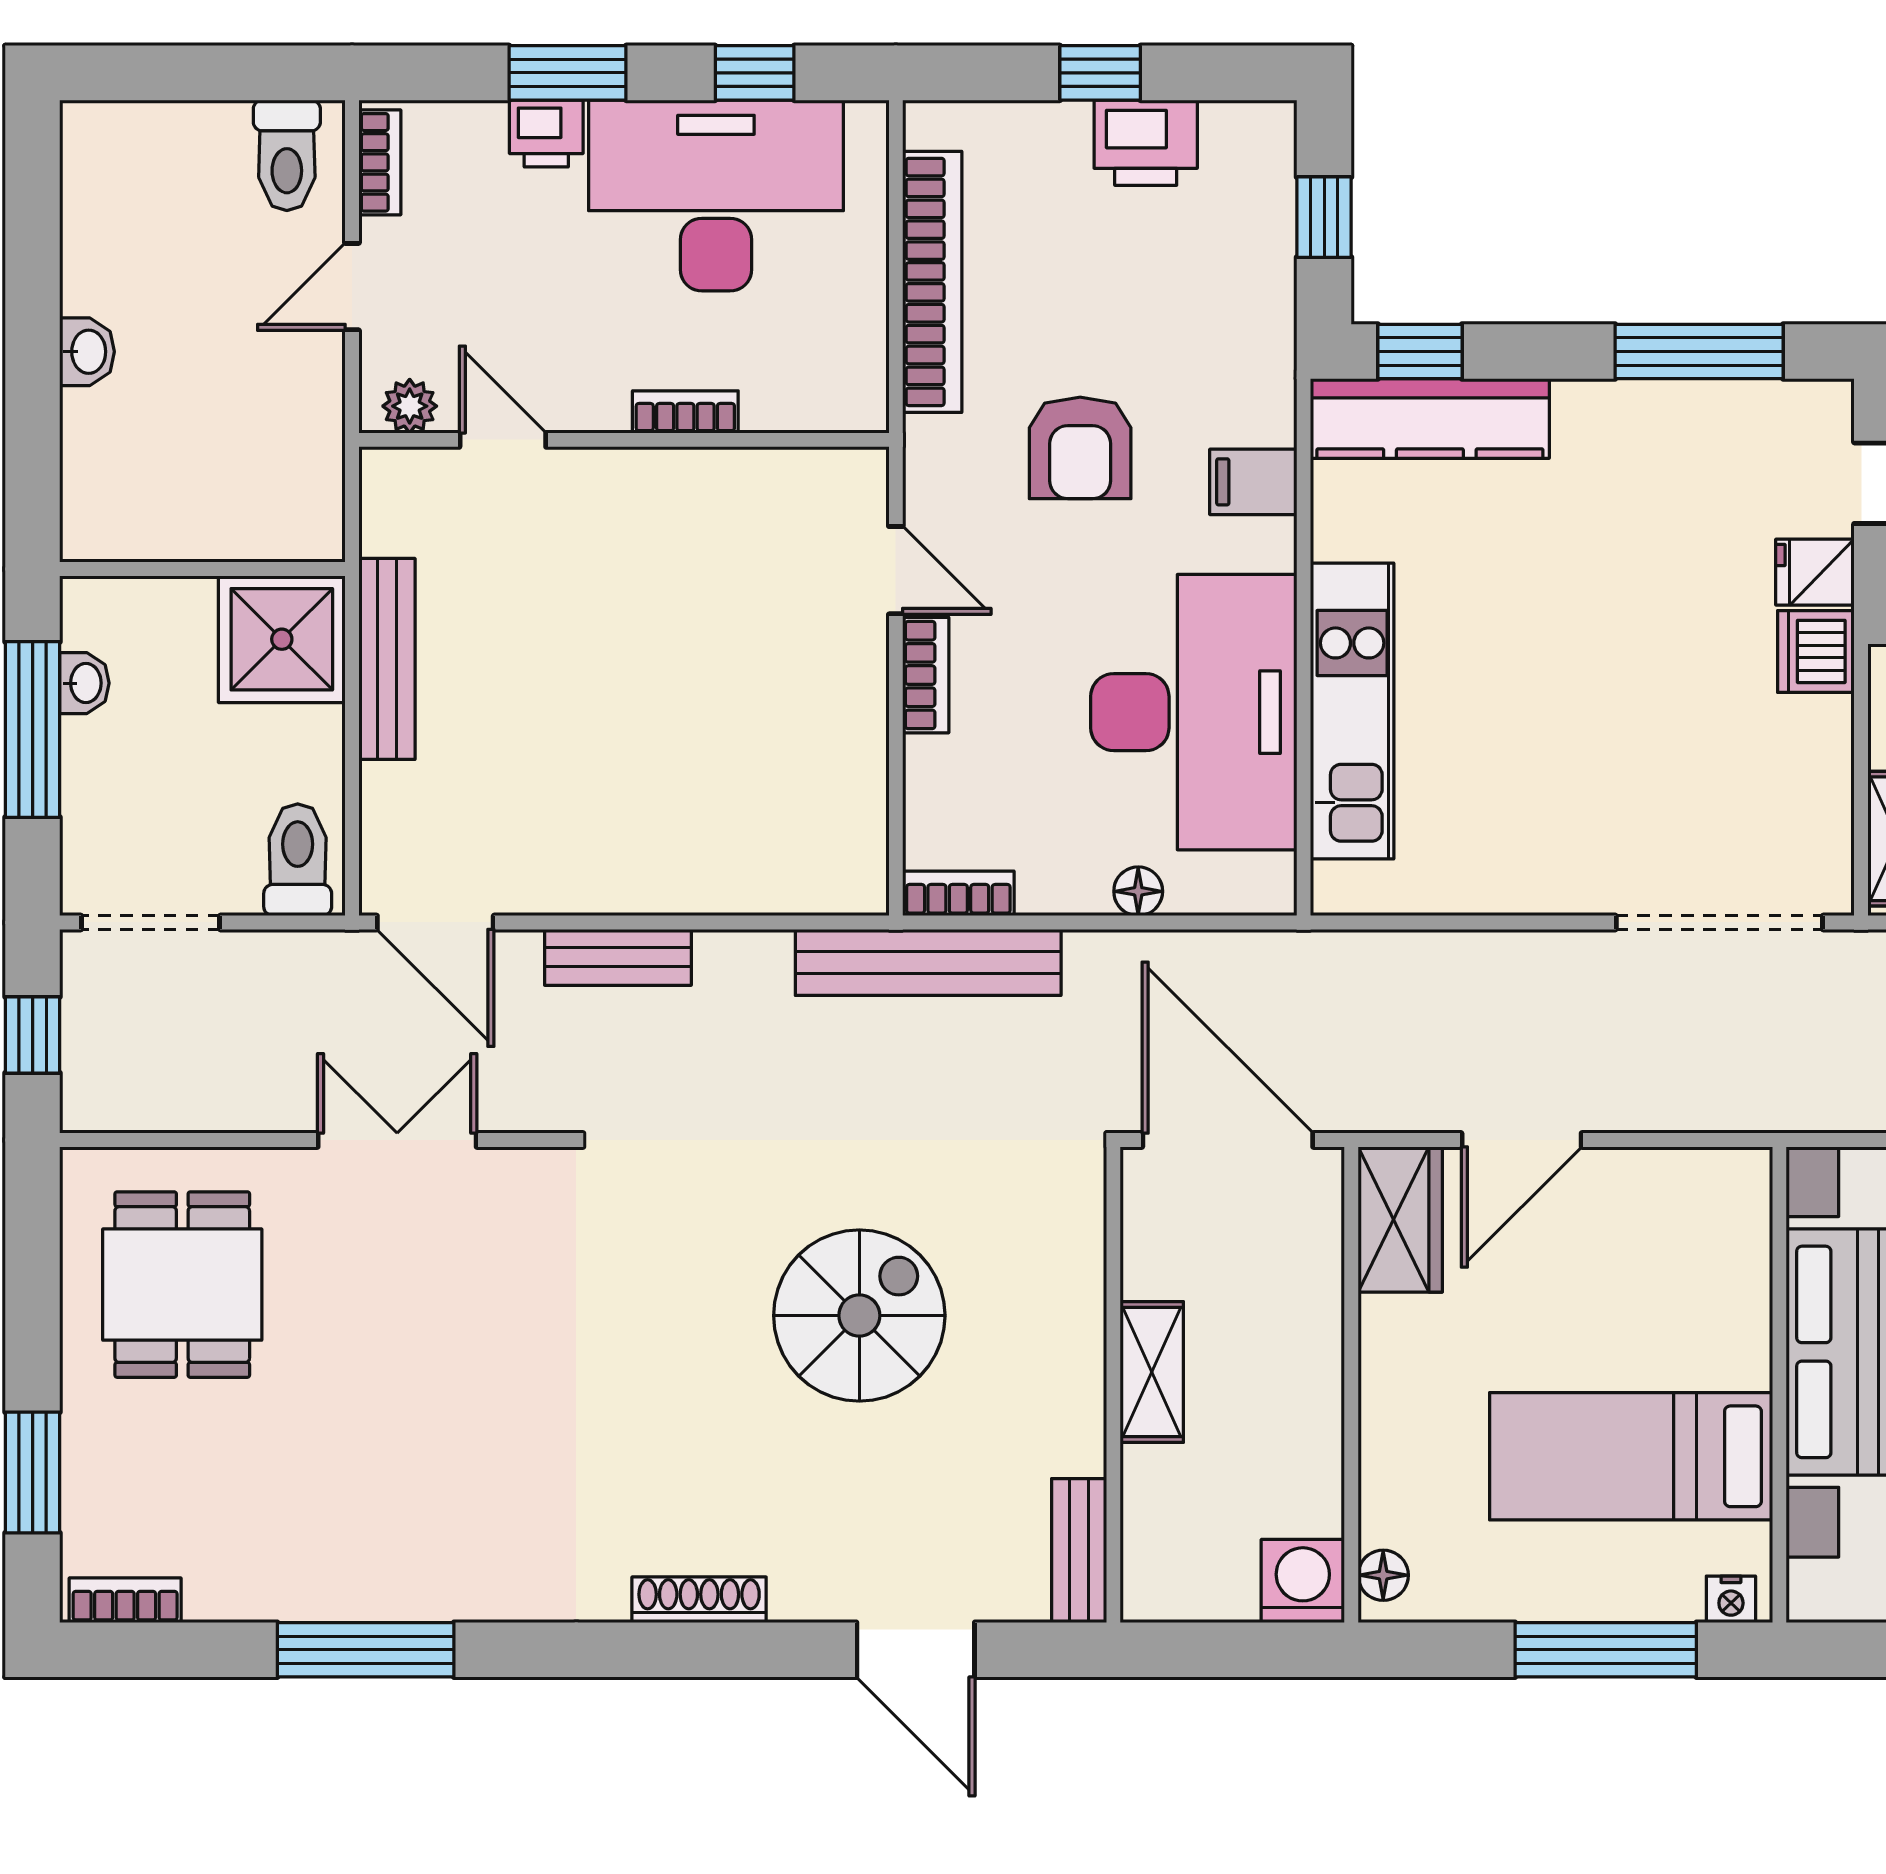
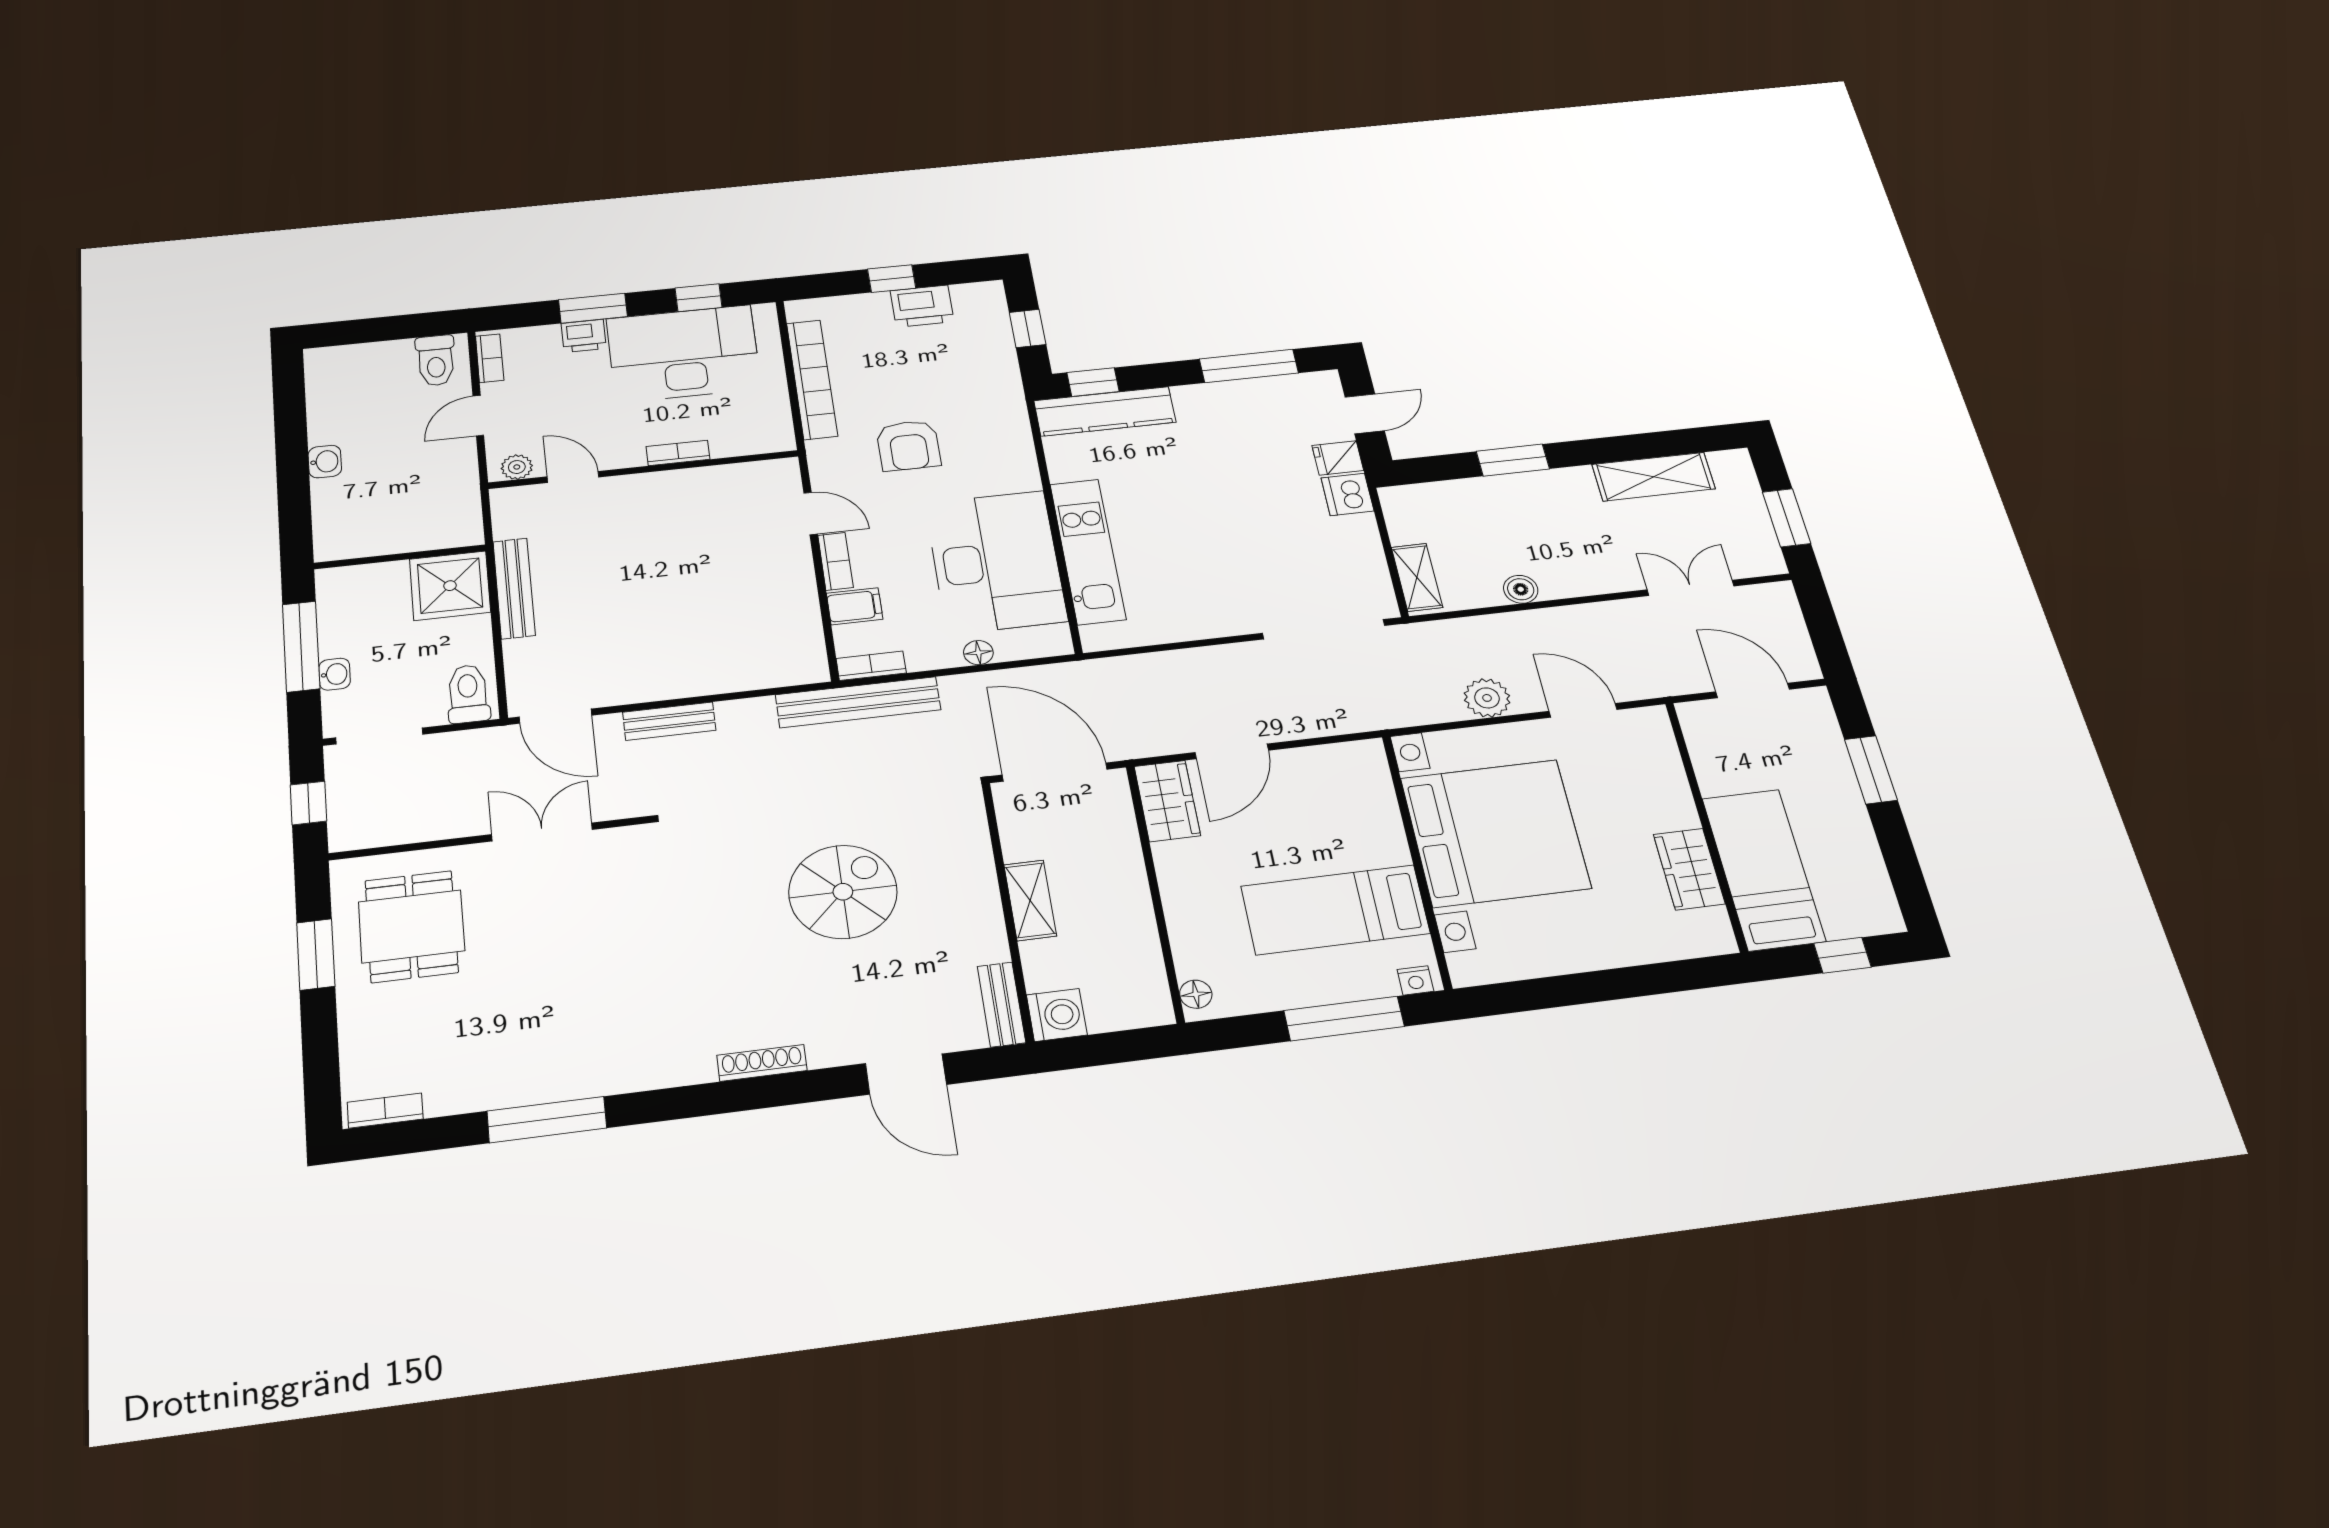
filing cabinet: (1253, 482) -> (855, 606), moved, turned 180
washbasin: (84, 683) -> (335, 674), moved
window: (33, 1472) -> (316, 954), moved
washing machine: (1303, 1581) -> (1057, 1015), moved, turned 90

